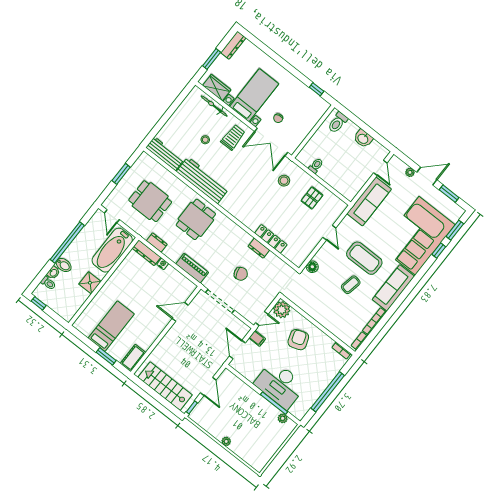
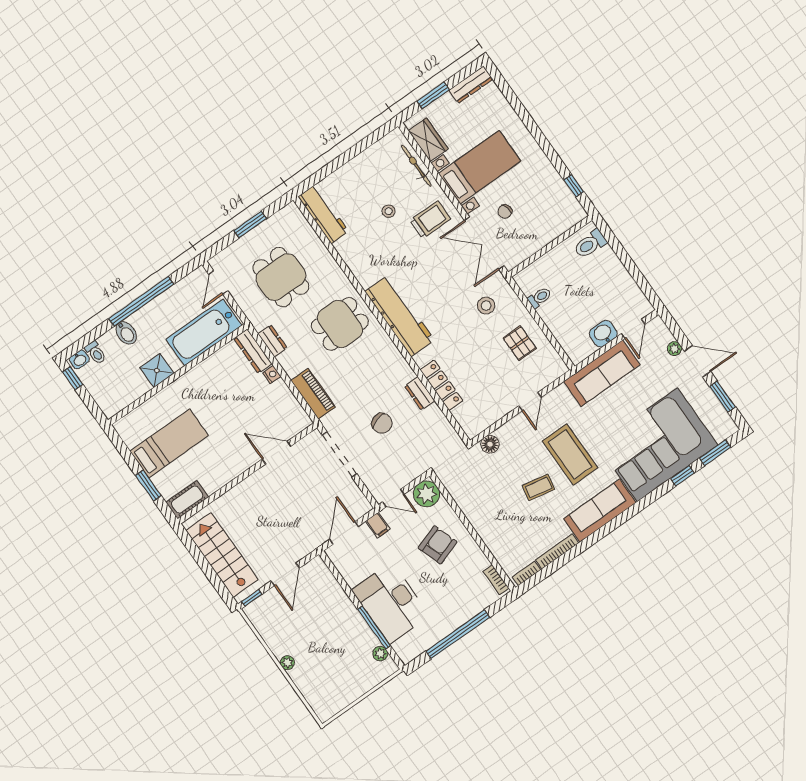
washbasin: (363, 139) -> (603, 334), moved, turned 90
workbench: (203, 180) -> (400, 316), moved
pallet: (312, 198) -> (520, 343), turned 90
washbasin: (53, 273) -> (79, 359), moved

